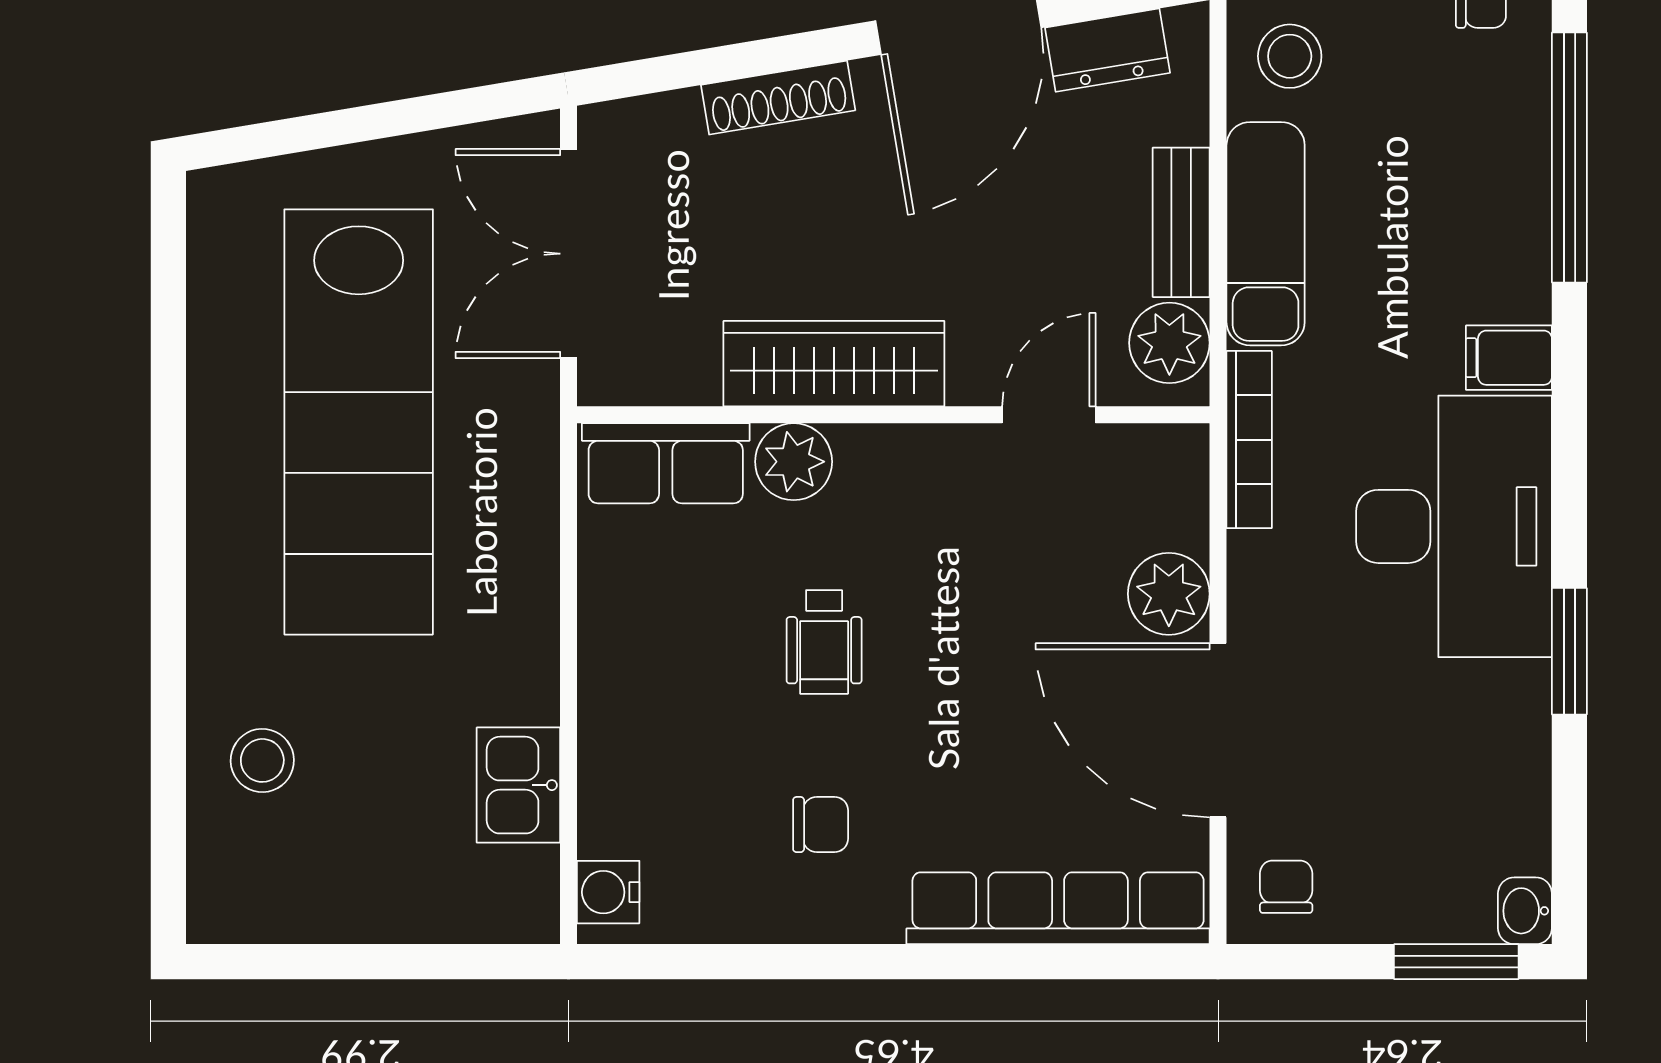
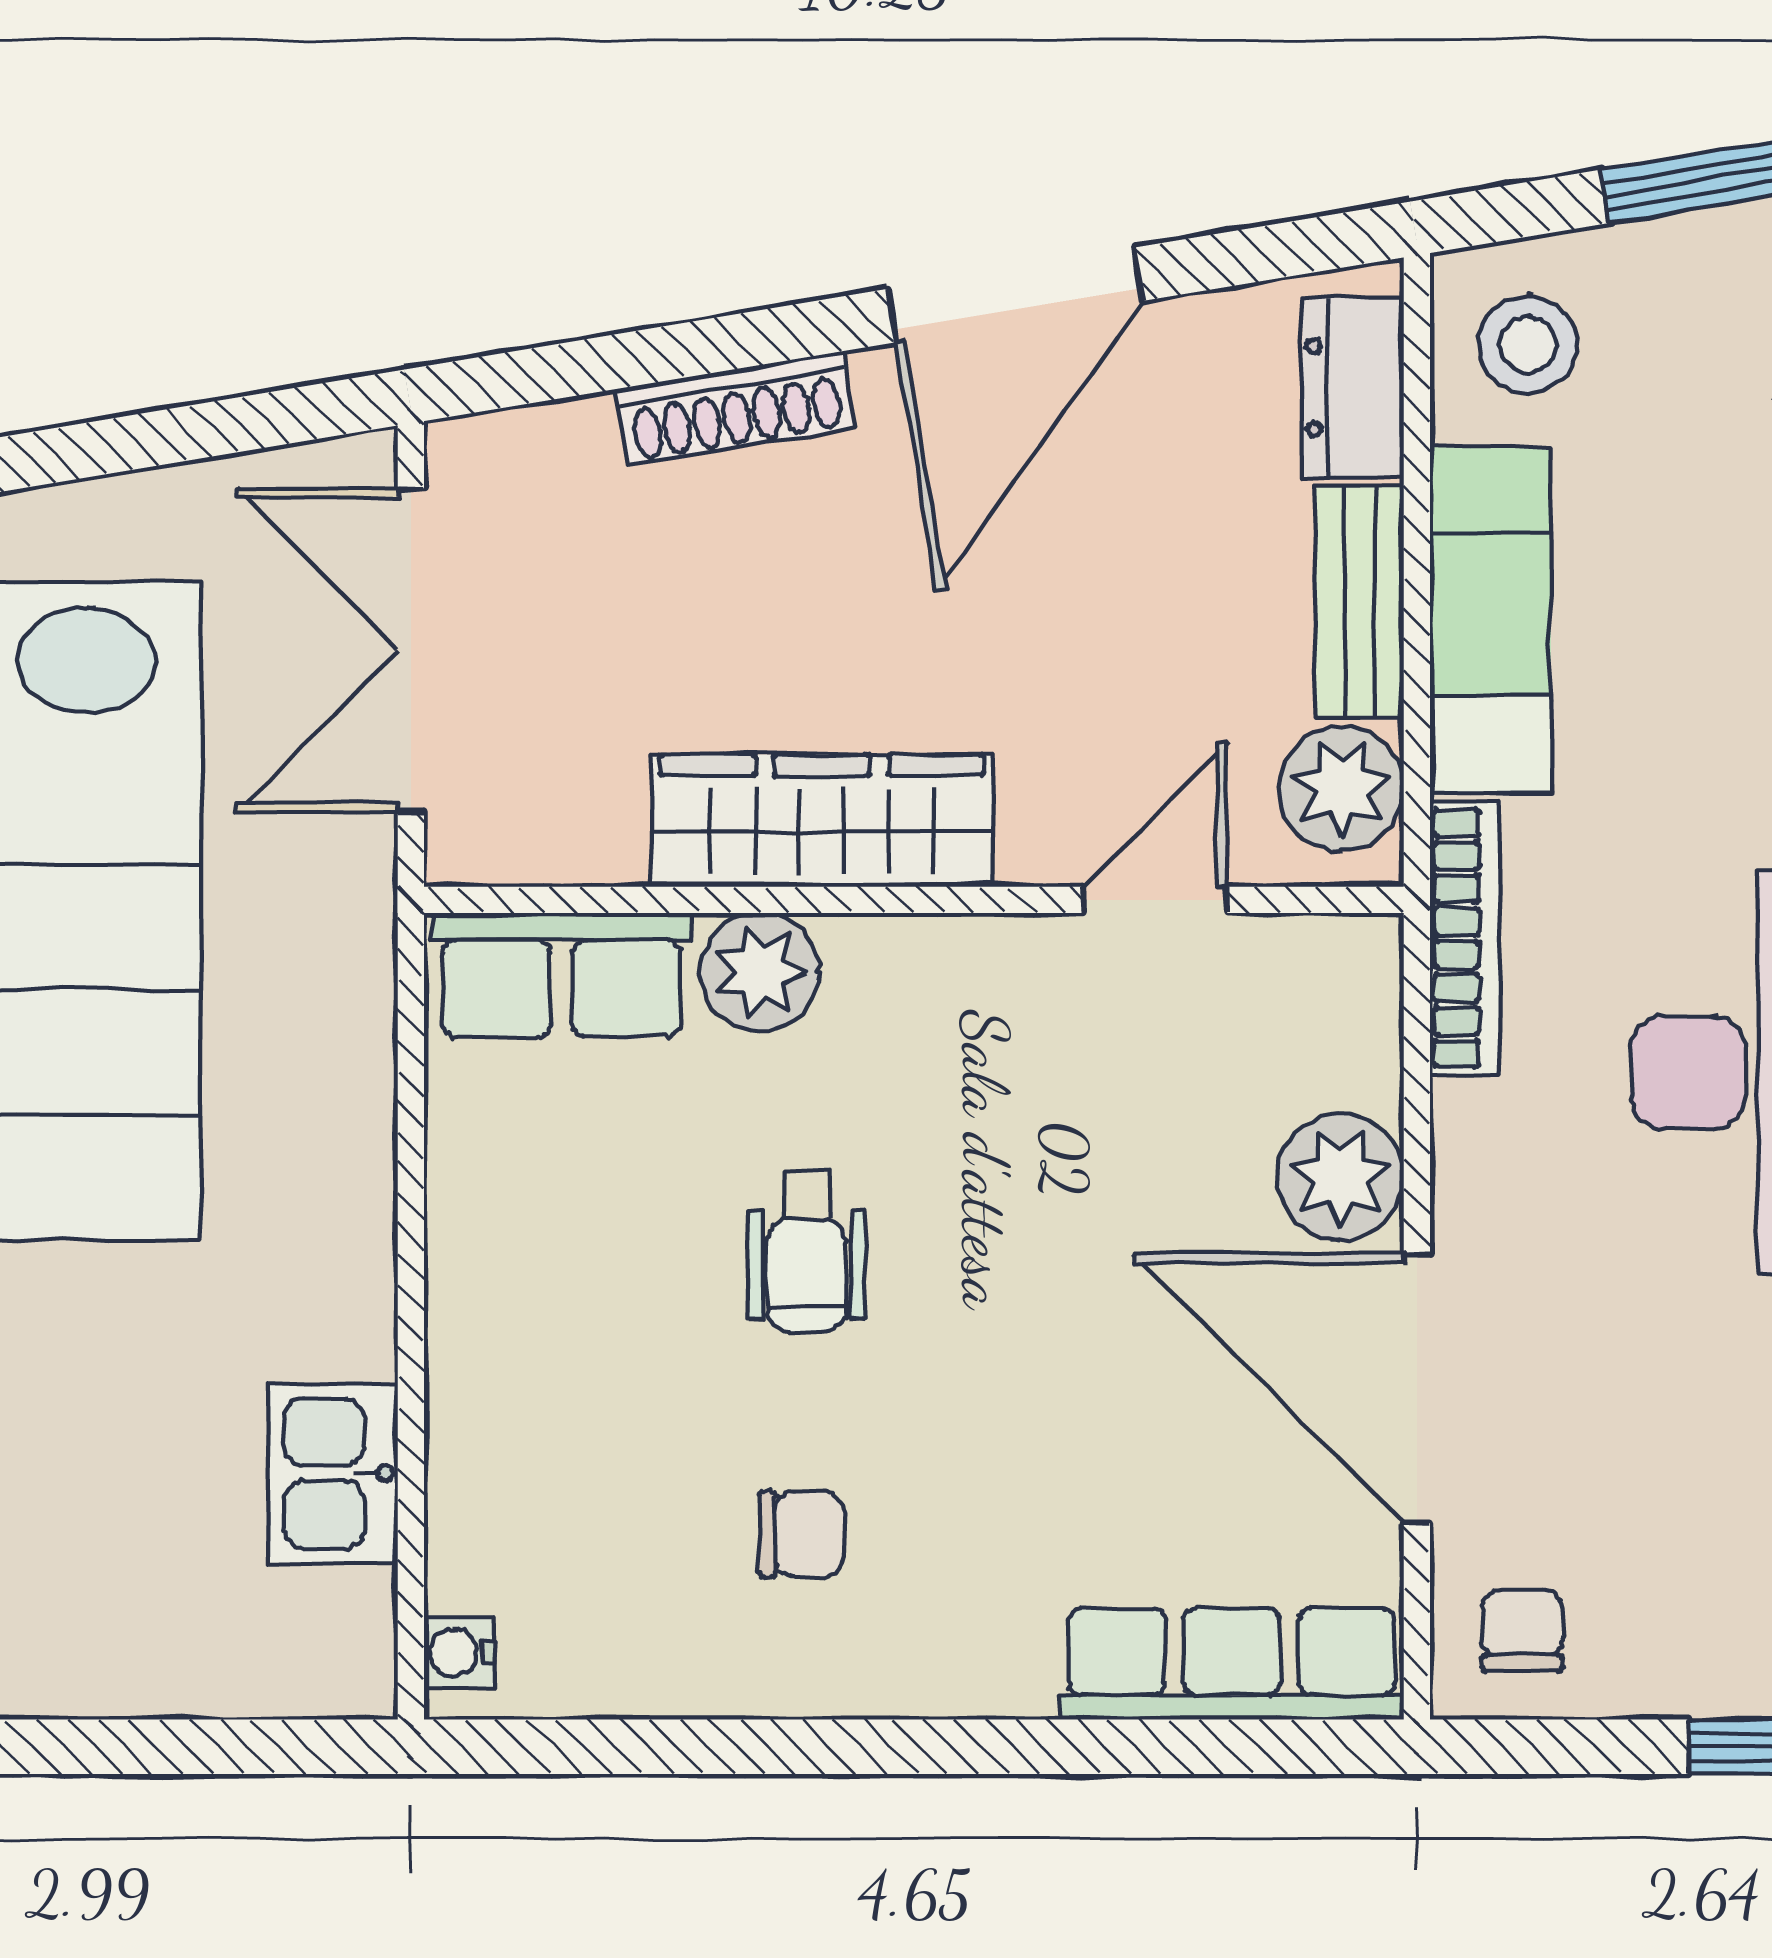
dresser: (1108, 50) -> (1353, 388), moved, turned 99
water cooler: (608, 892) -> (459, 1652), width x0.72, depth x0.72
row of seats: (1058, 908) -> (1232, 1664), width x0.73

